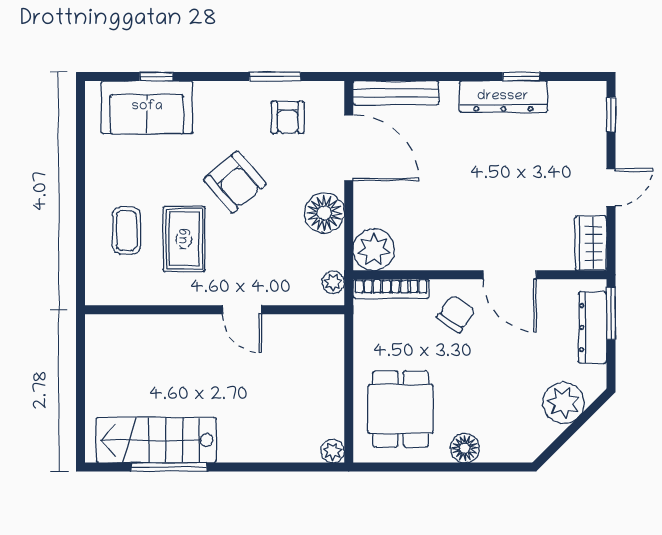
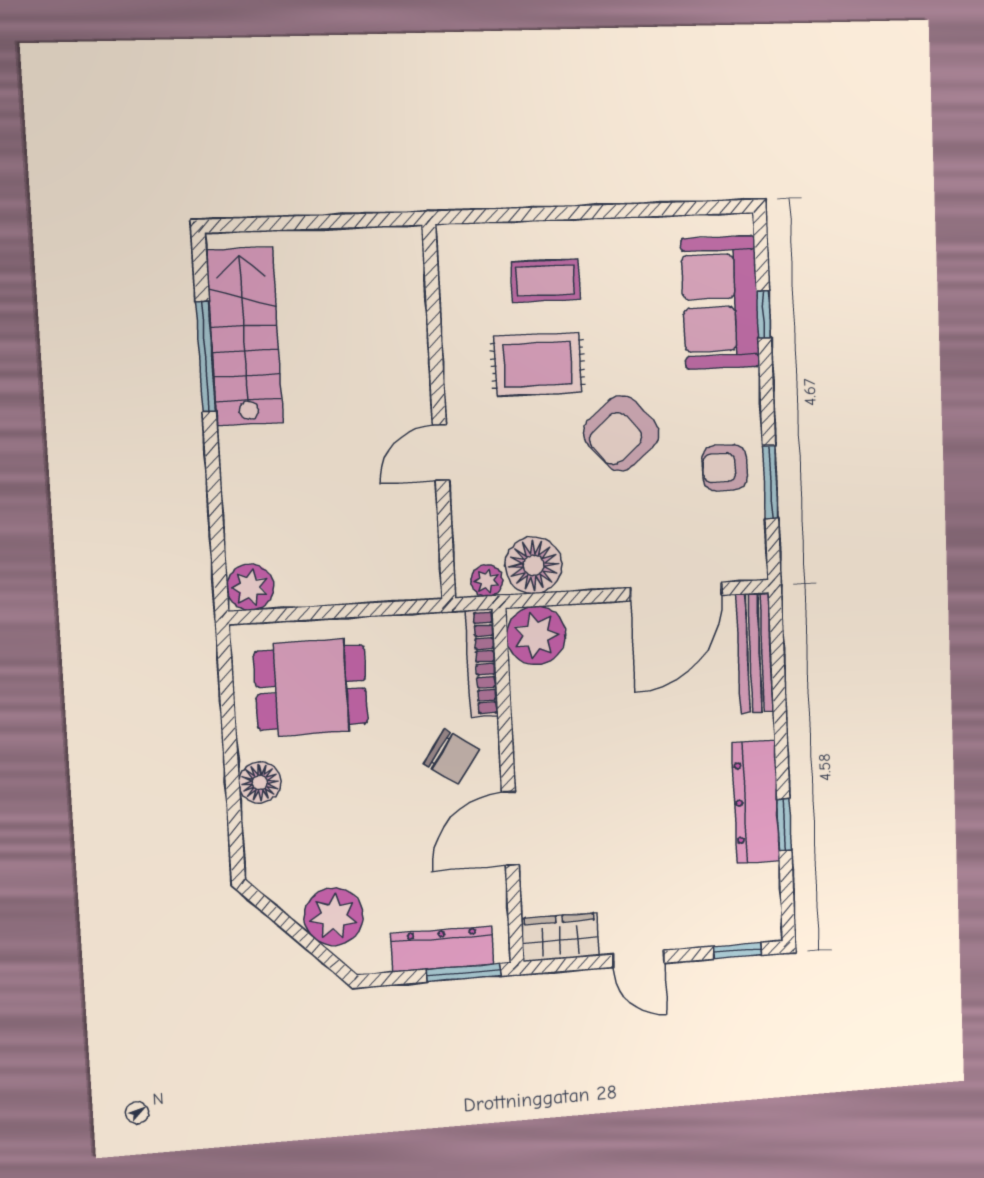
armchair: (288, 117) -> (725, 468), moved
floor lamp: (324, 213) -> (533, 565), moved
plant: (333, 451) -> (250, 587), width x1.38, depth x1.38

